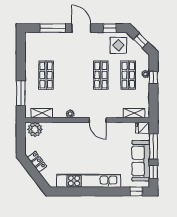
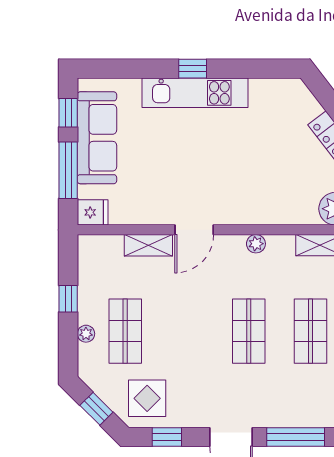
shop shelf: (101, 75) -> (249, 331), moved
window: (153, 77) -> (68, 299), moved
shelving: (134, 113) -> (148, 245), moved
door: (98, 120) -> (194, 230), swing flipped
kitchen unit: (89, 181) -> (195, 93), width x0.73
window: (136, 191) -> (193, 69), moved

